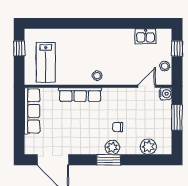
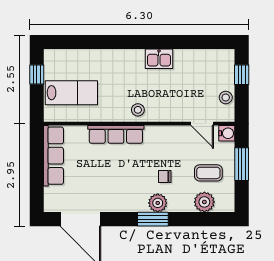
kitchen sink: (145, 36) -> (159, 59), moved
lab bench: (46, 62) -> (71, 93), turned -90
door: (147, 86) -> (202, 124), swing flipped
coffee table: (151, 124) -> (208, 173), added

